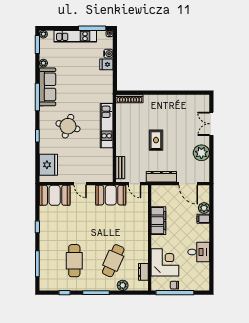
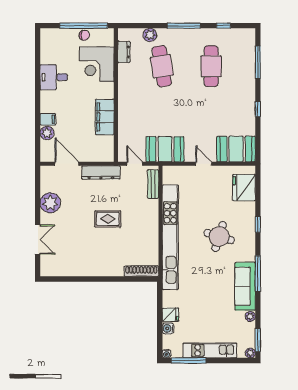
kitchen unit: (107, 126) -> (170, 237), width x1.86
rug: (156, 140) -> (108, 219), turned 90
cafe table: (113, 261) -> (162, 66), turned -33

